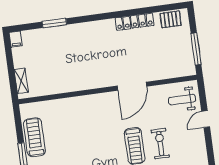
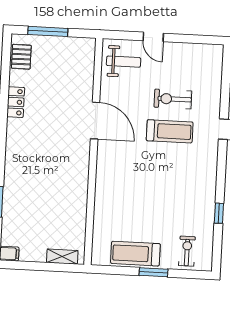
locker: (135, 22) -> (16, 102), width x0.66
window: (196, 49) -> (48, 31), moved
weight bench: (182, 100) -> (124, 62), turned -90

